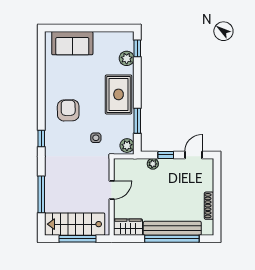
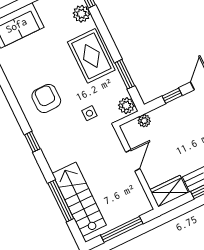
plant: (153, 164) -> (144, 121), moved
stairs: (75, 224) -> (79, 199), moved, turned 90

